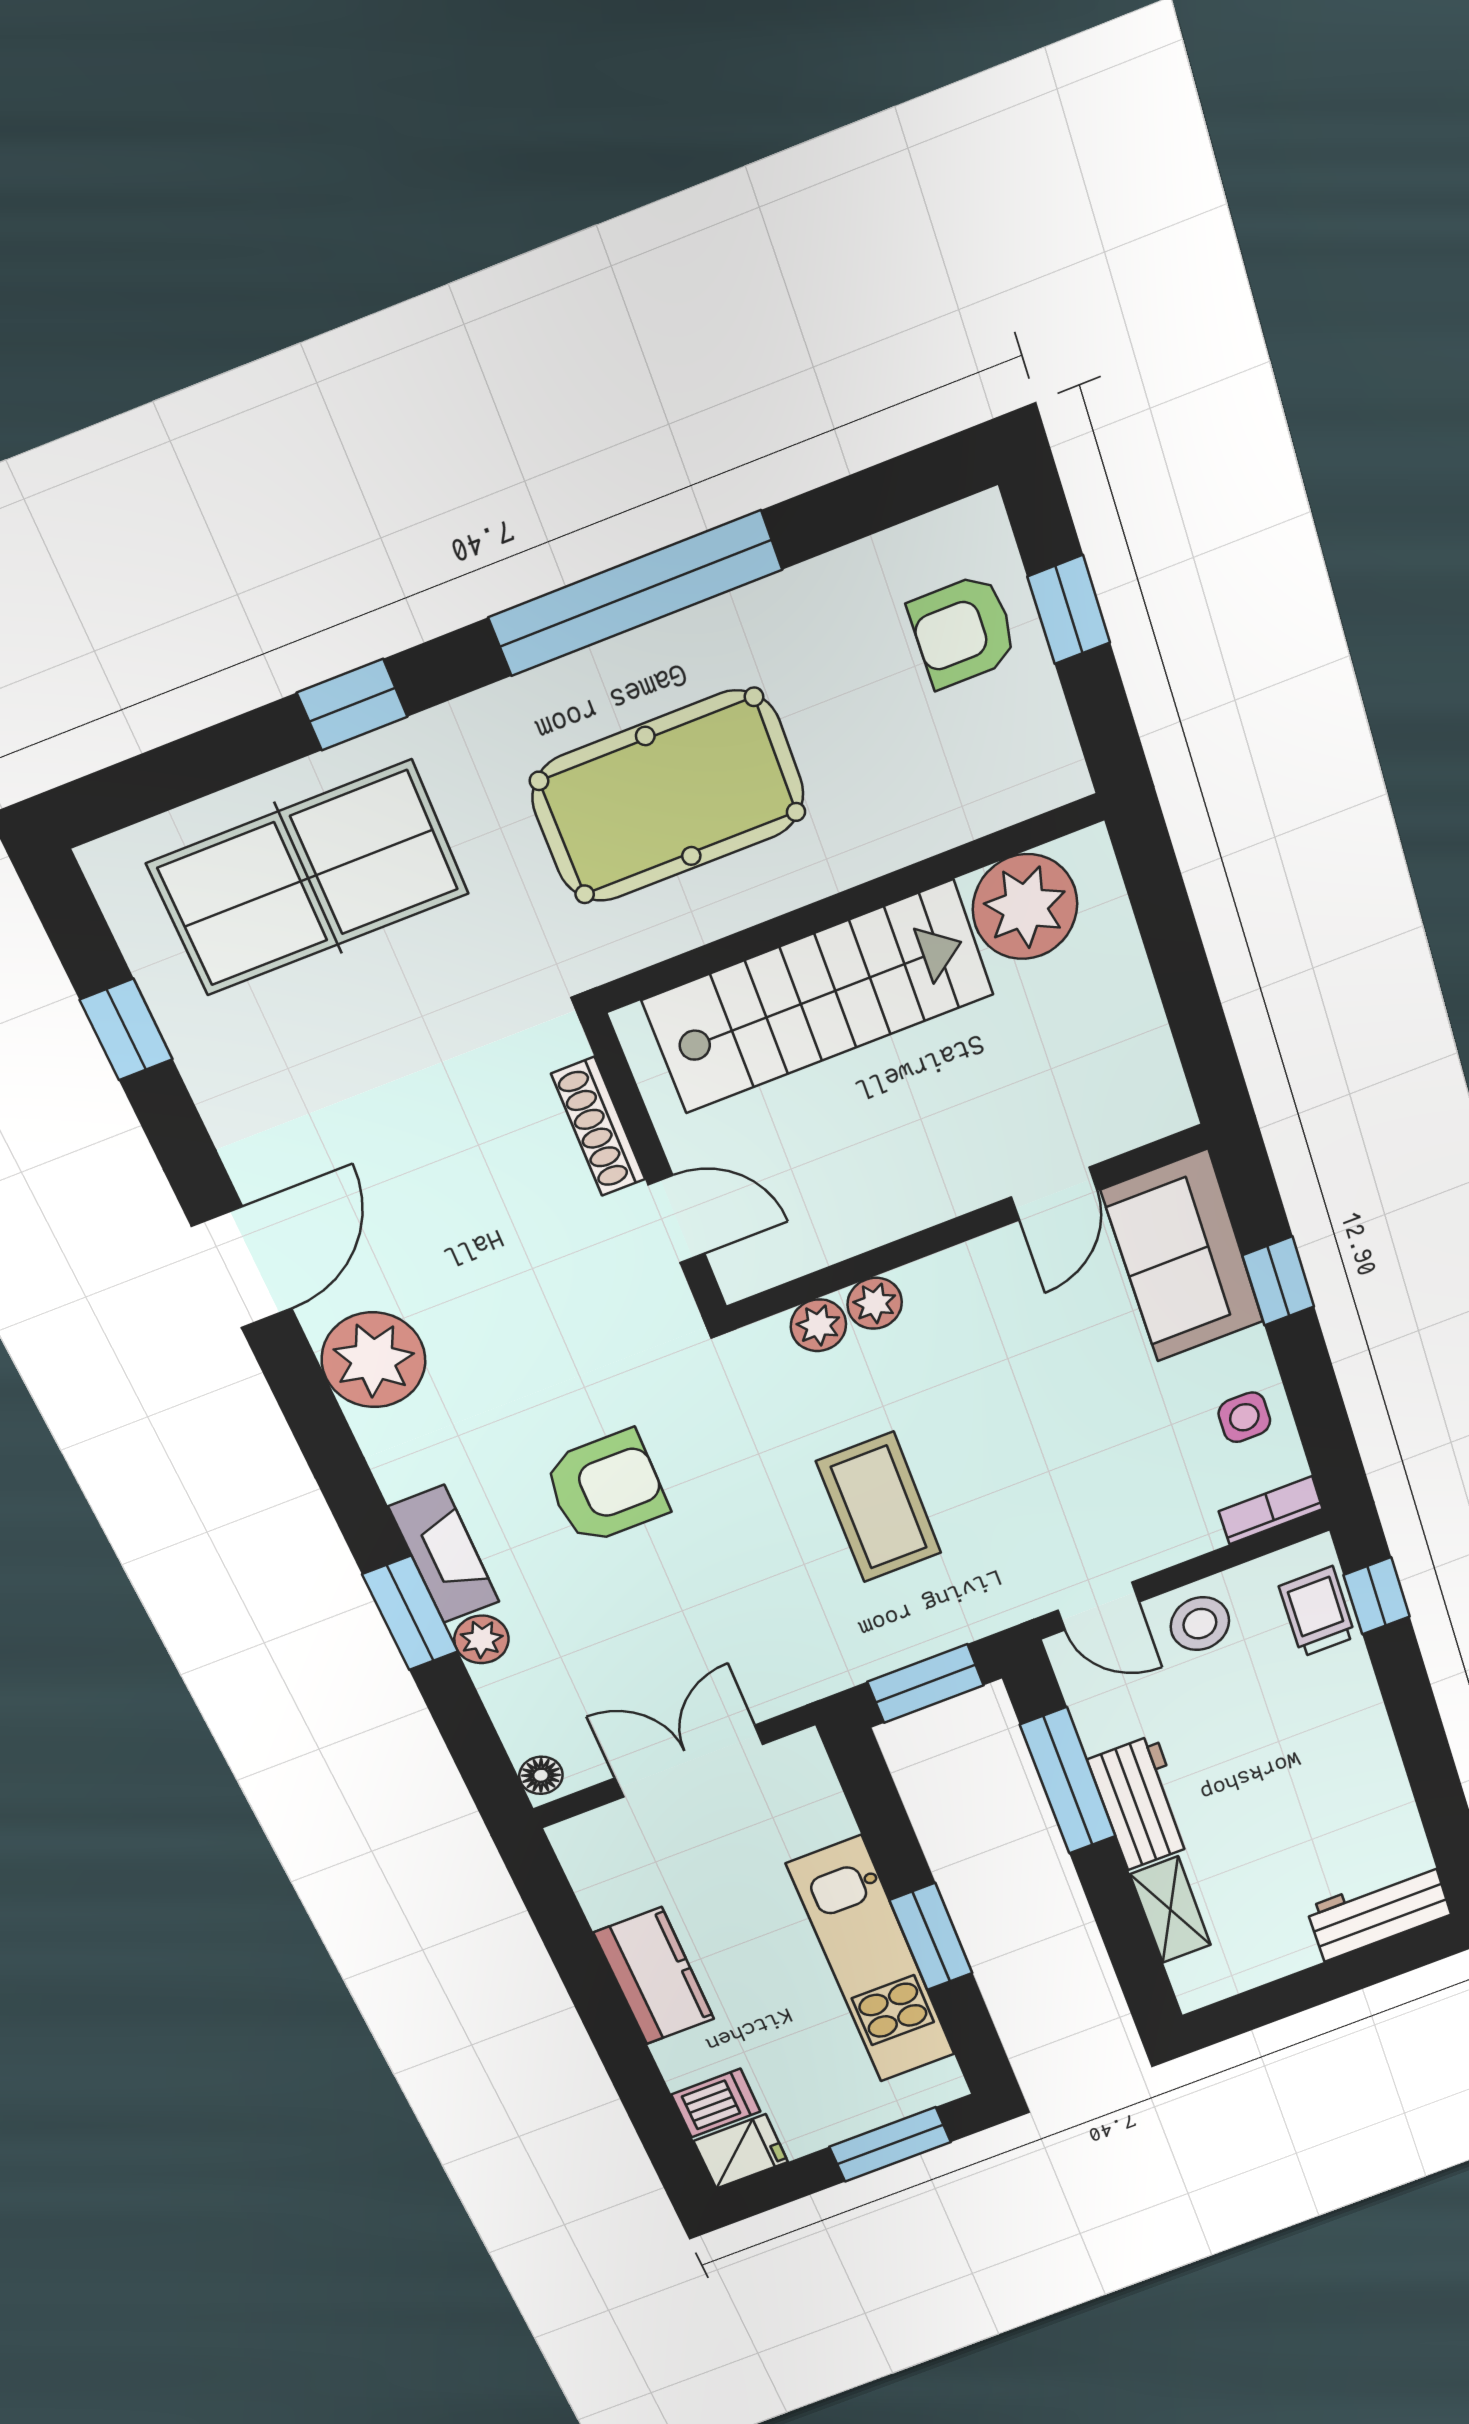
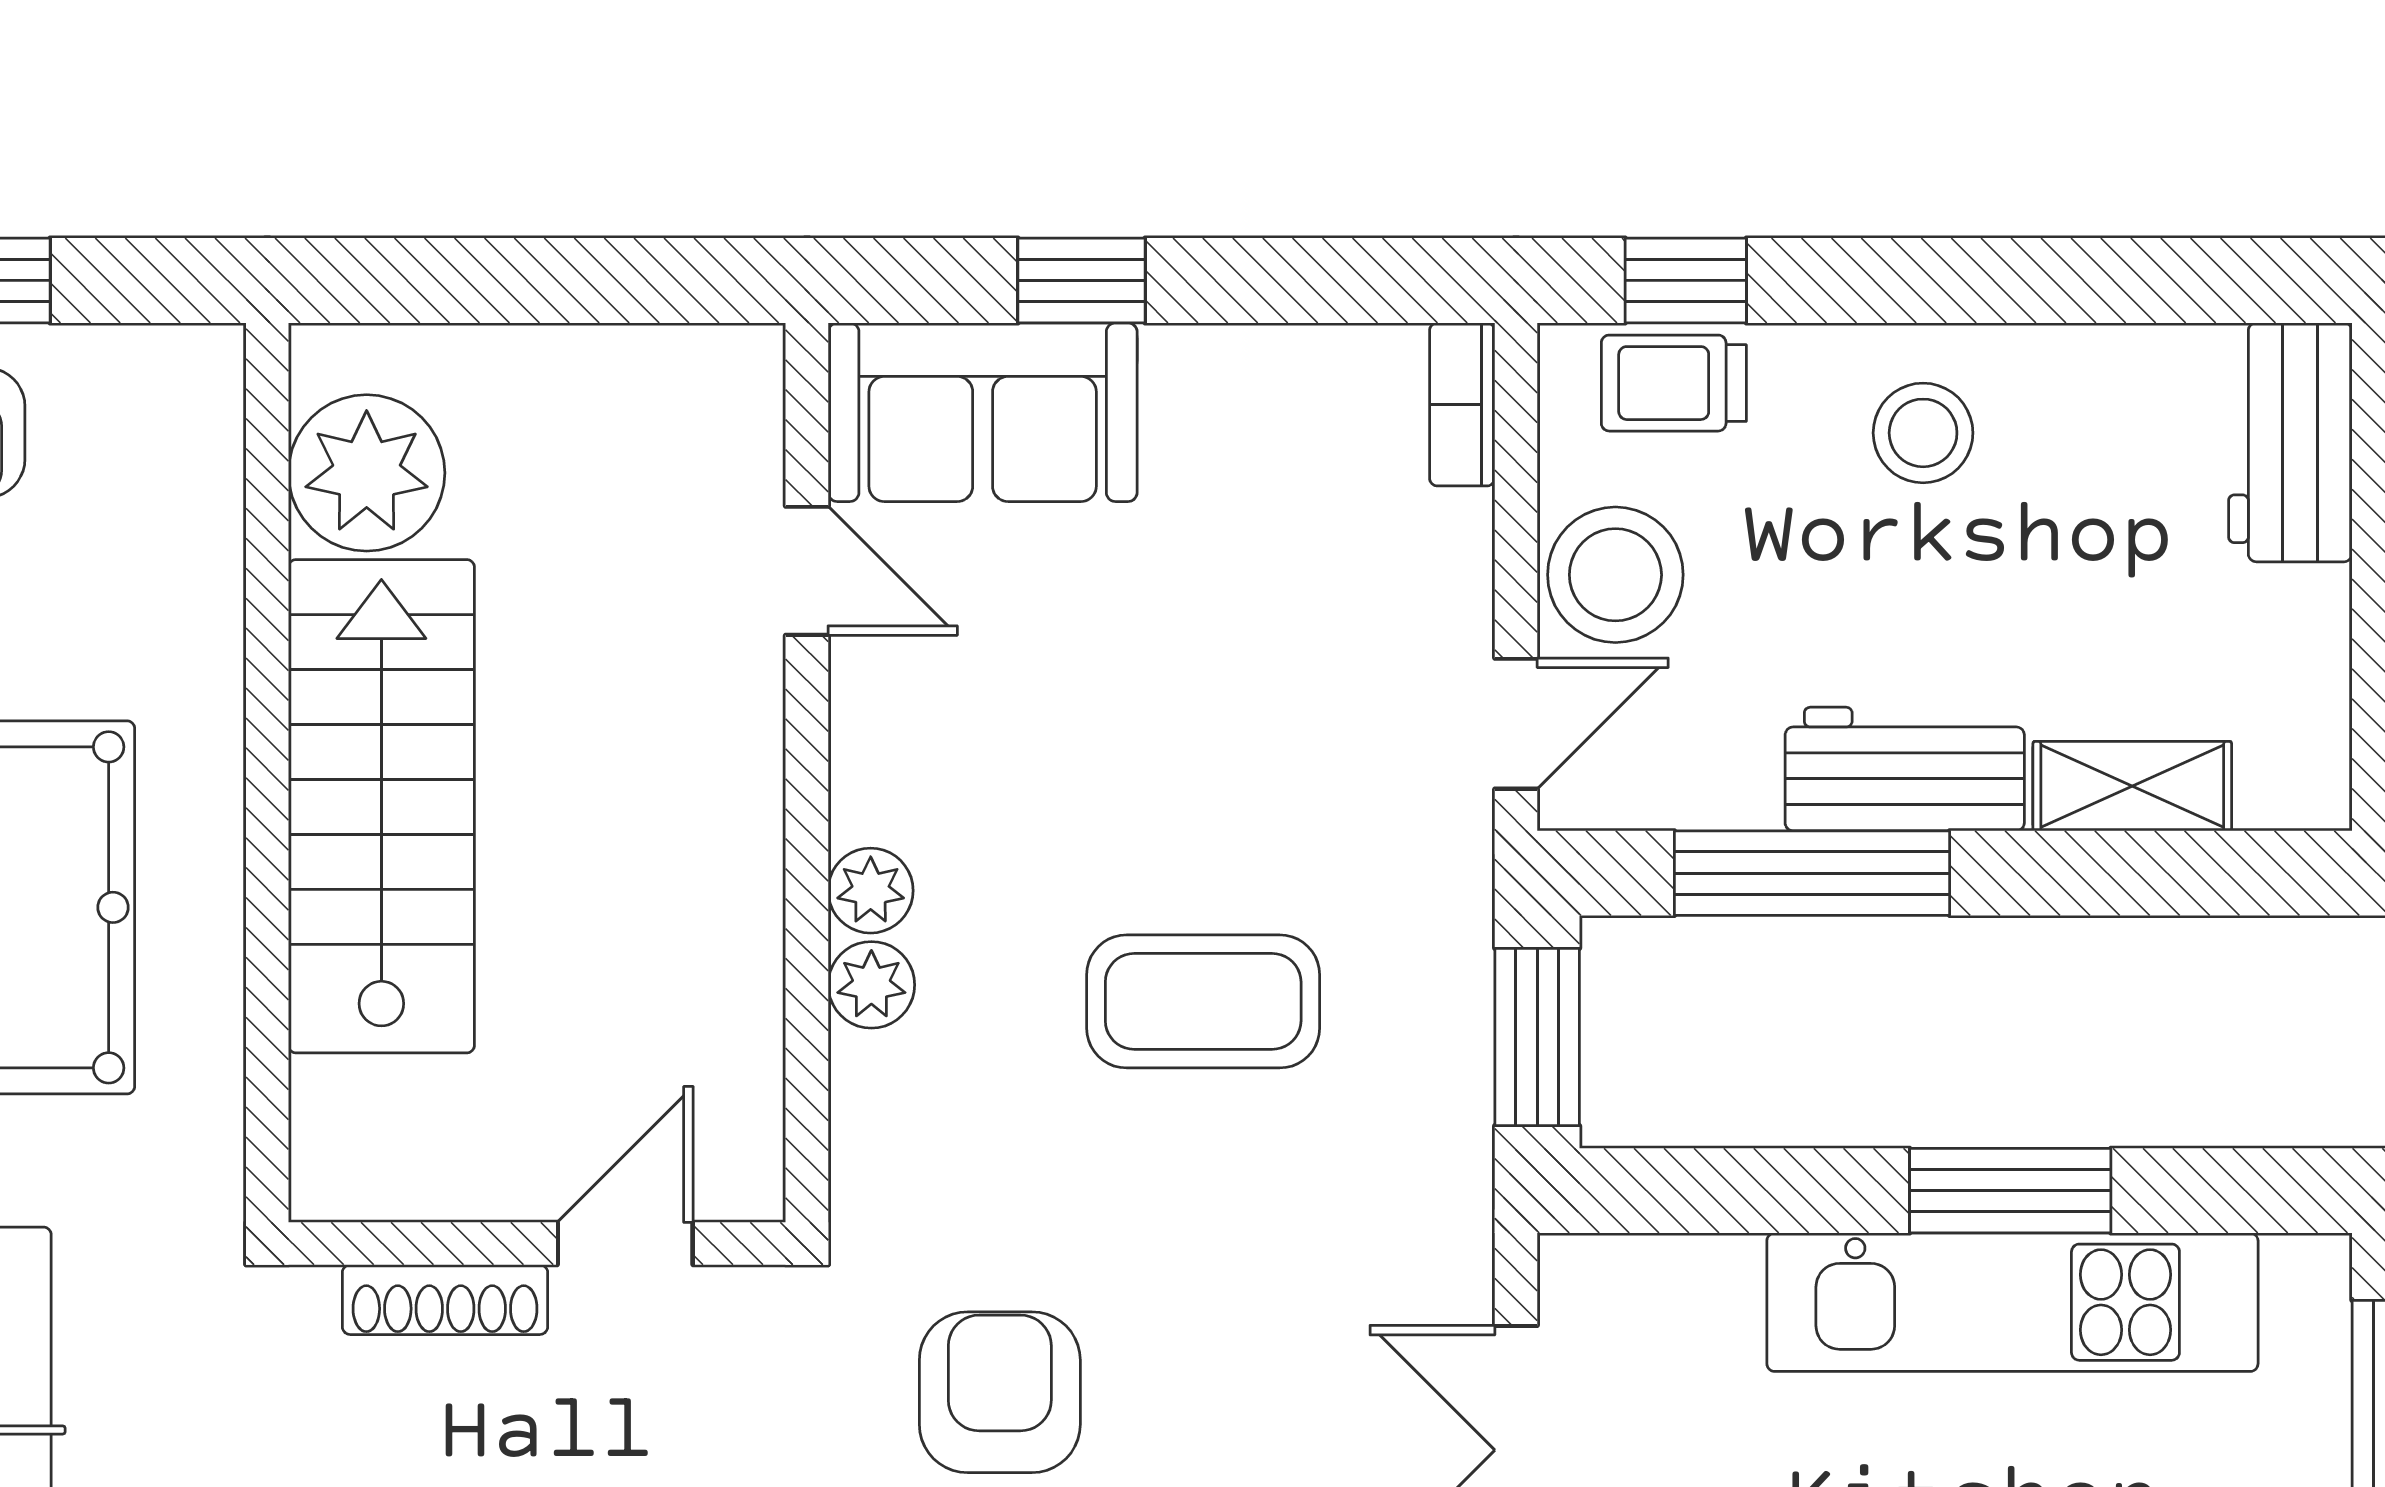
shoe rack: (598, 1127) -> (445, 1300), moved
wall: (656, 1168) -> (537, 1244), moved
door: (677, 1219) -> (625, 1244), moved
side table: (1244, 1417) -> (1285, 398), removed
stool: (1200, 1624) -> (1615, 575), width x1.38, depth x1.38
stool: (1329, 1742) -> (1923, 433), added

